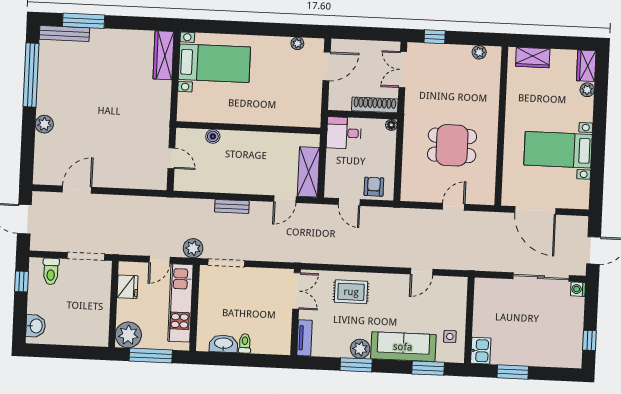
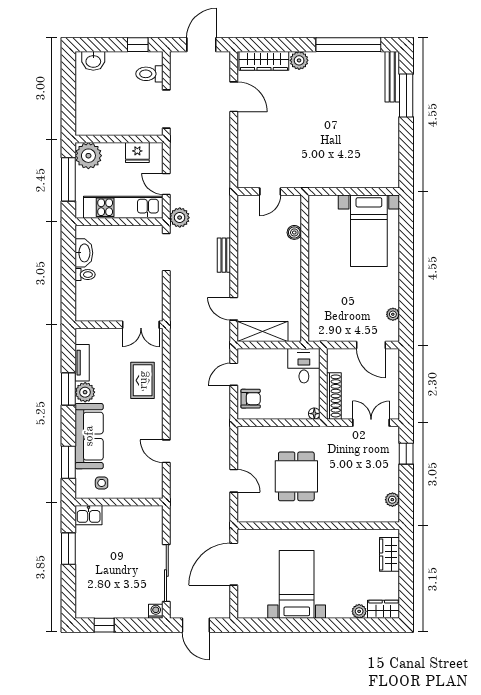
wardrobe: (163, 55) -> (264, 61), moved, turned 180
tv unit: (305, 338) -> (82, 363), moved, turned -90

